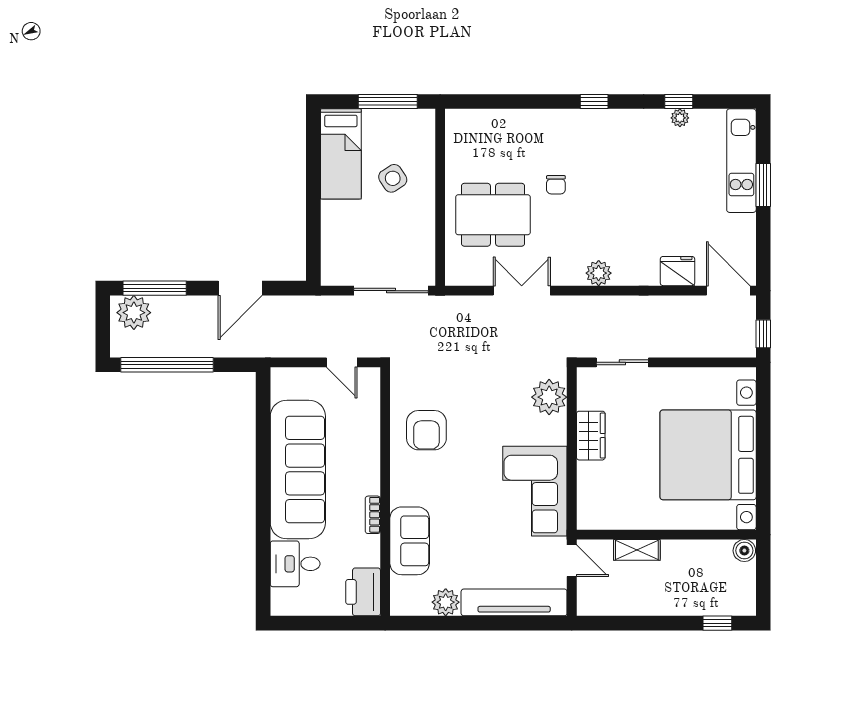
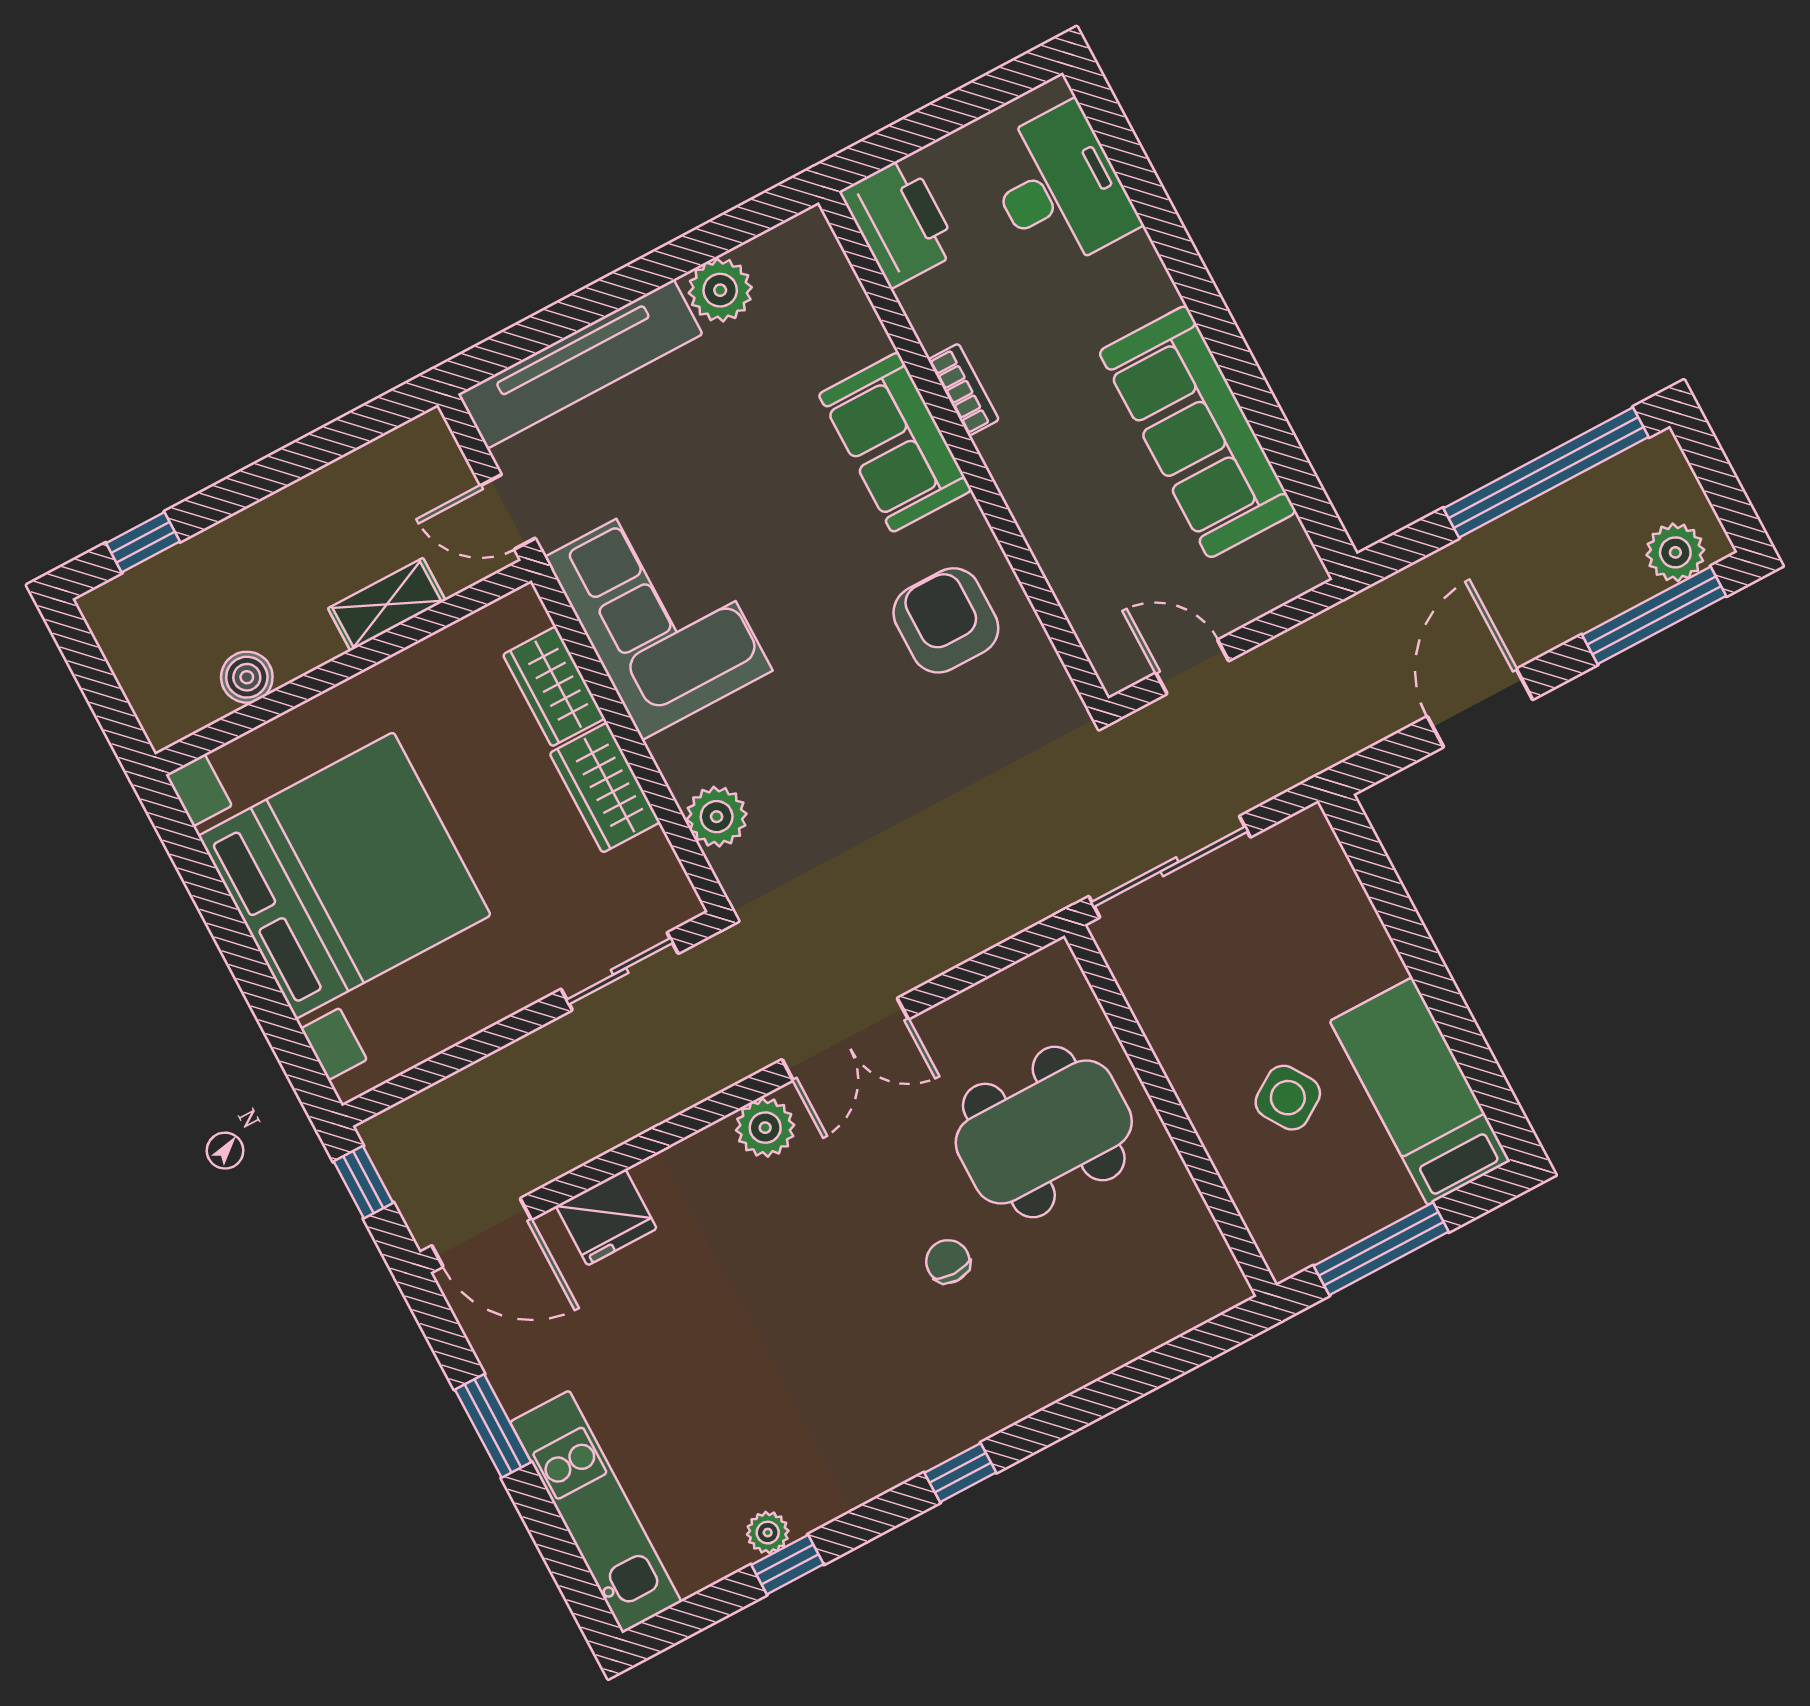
window: (763, 185) -> (493, 1426), moved
double door: (522, 291) -> (845, 1039), moved
plant: (134, 313) -> (1675, 552), width x0.73, depth x0.73
plant: (549, 397) -> (717, 817), width x0.73, depth x0.73
sofa: (298, 469) -> (1197, 432), width x0.74, depth x0.79
wardrobe: (590, 485) -> (554, 686), added
sofa: (410, 541) -> (895, 442), moved
boiler: (744, 551) -> (247, 677), moved
desk: (295, 564) -> (1060, 188), width x1.37

